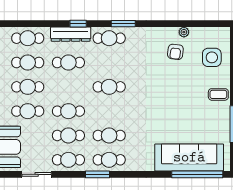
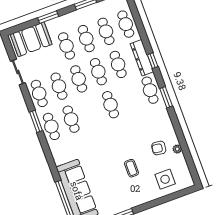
cafe table: (68, 87) -> (98, 72), added
coffee table: (218, 94) -> (132, 168), moved

